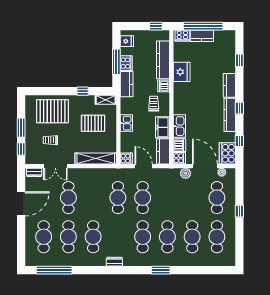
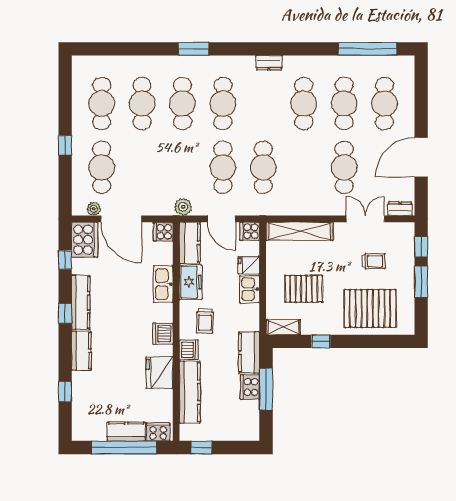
fridge: (127, 41) -> (249, 265), moved
dishwasher: (179, 145) -> (163, 334), moved
plant: (186, 173) -> (183, 207), moved

